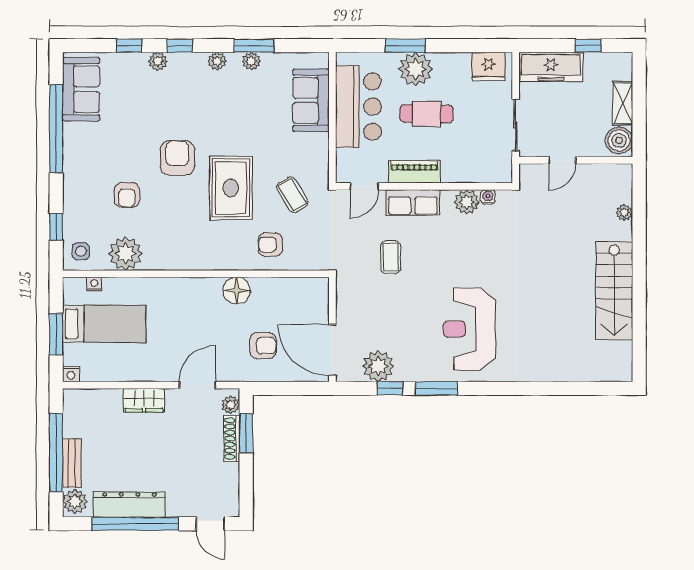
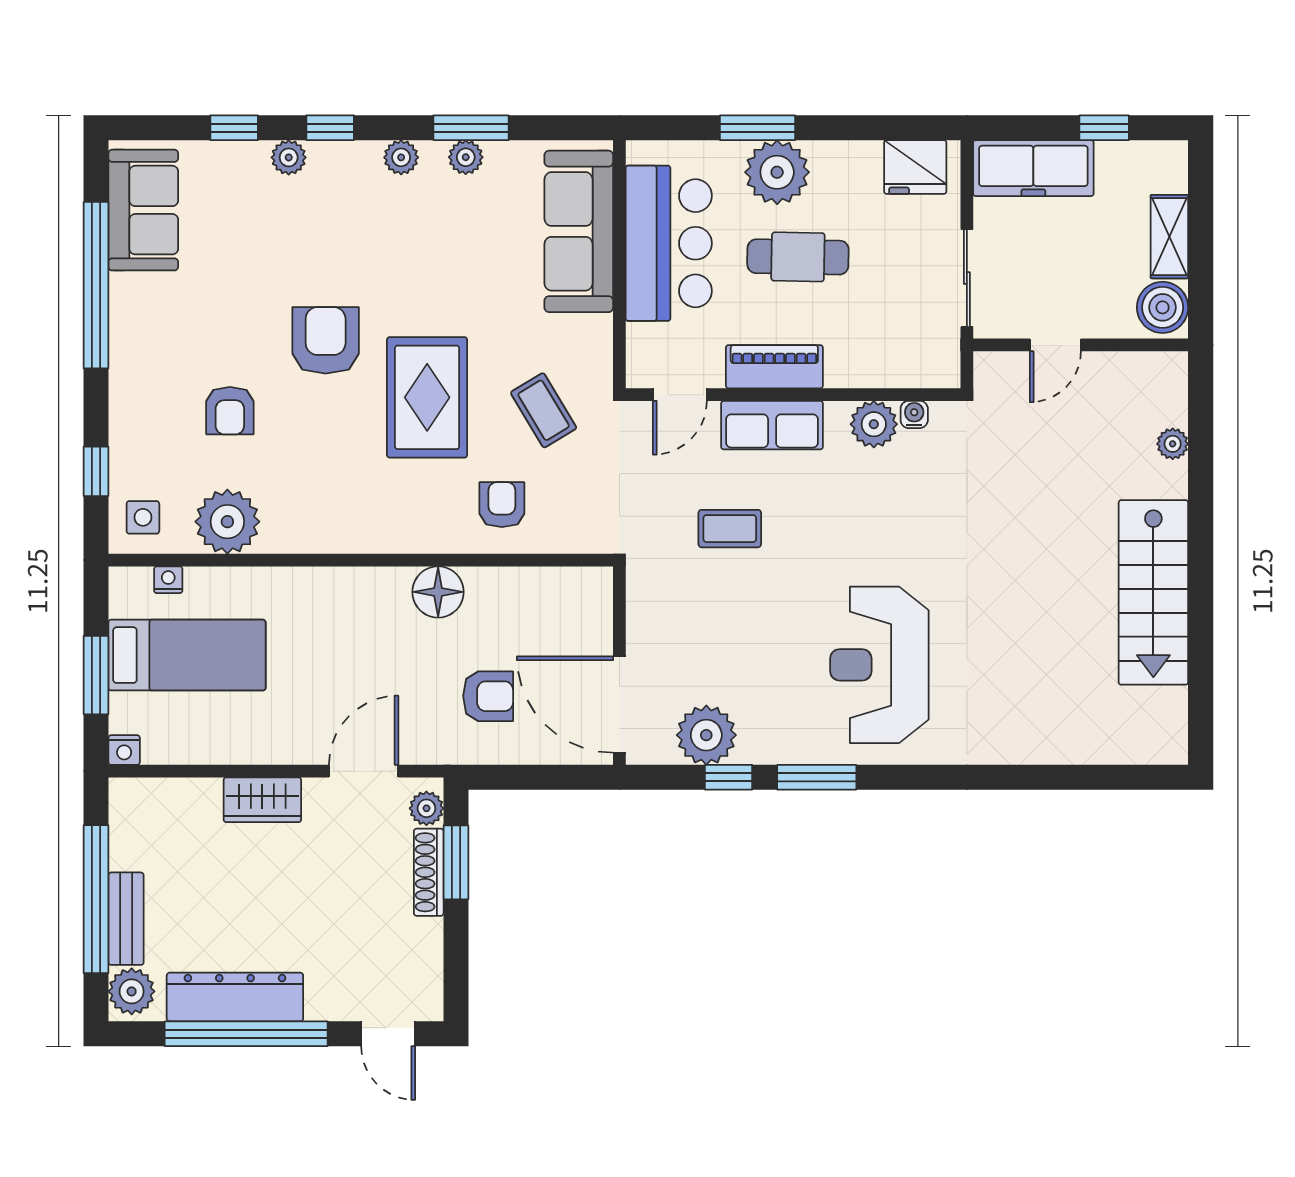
sofa: (311, 100) -> (579, 231), width x1.36
armchair: (270, 245) -> (502, 505), turned 90
coffee table: (391, 257) -> (730, 529), turned 90

